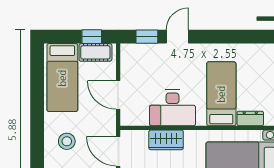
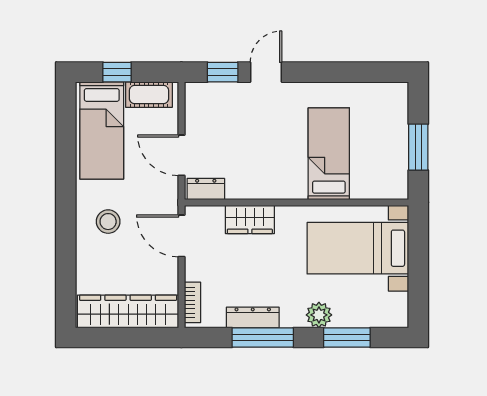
window: (92, 37) -> (117, 72), moved
desk: (172, 108) -> (259, 174), removed
dresser: (250, 118) -> (206, 189), moved

